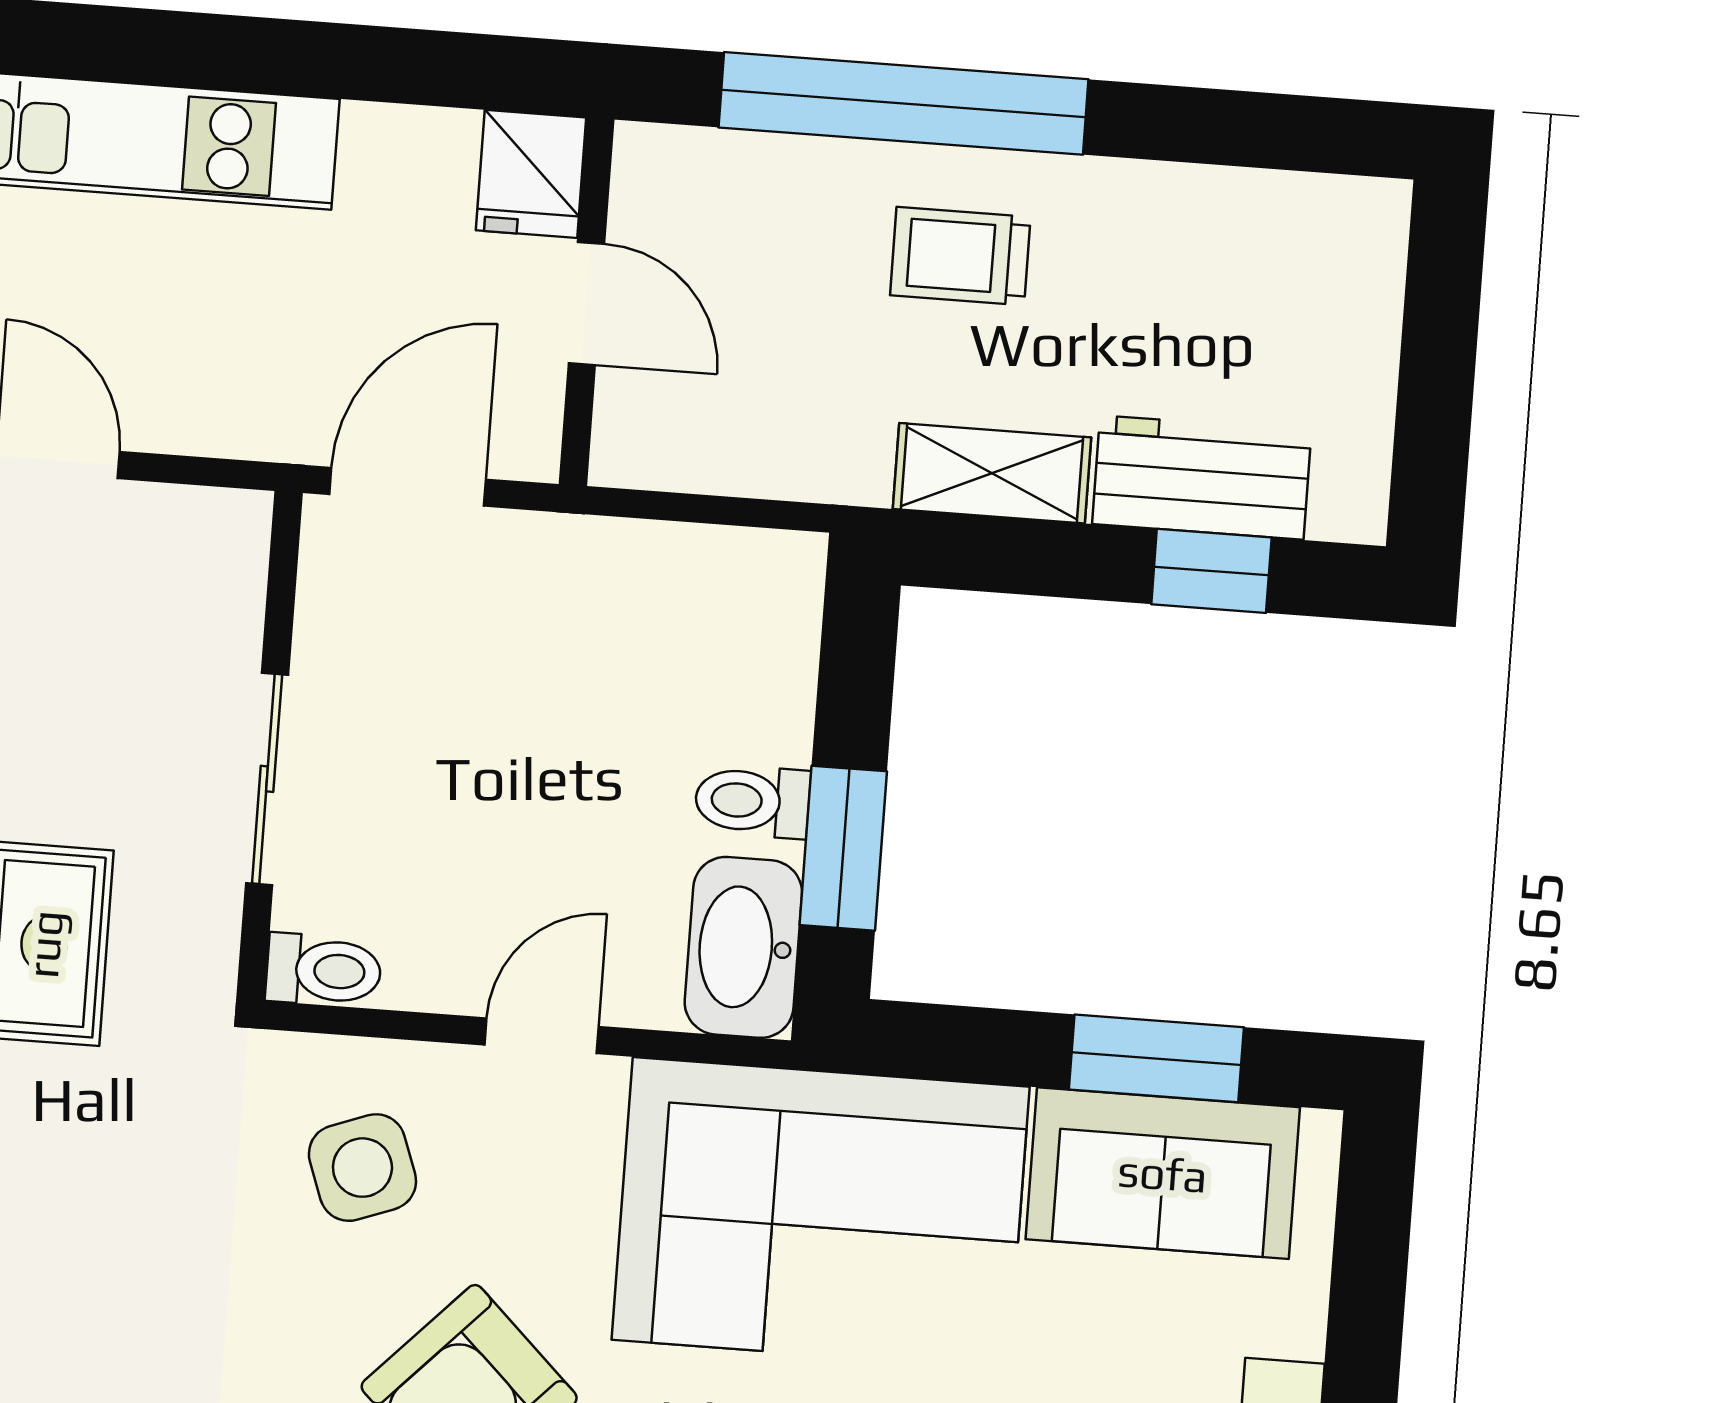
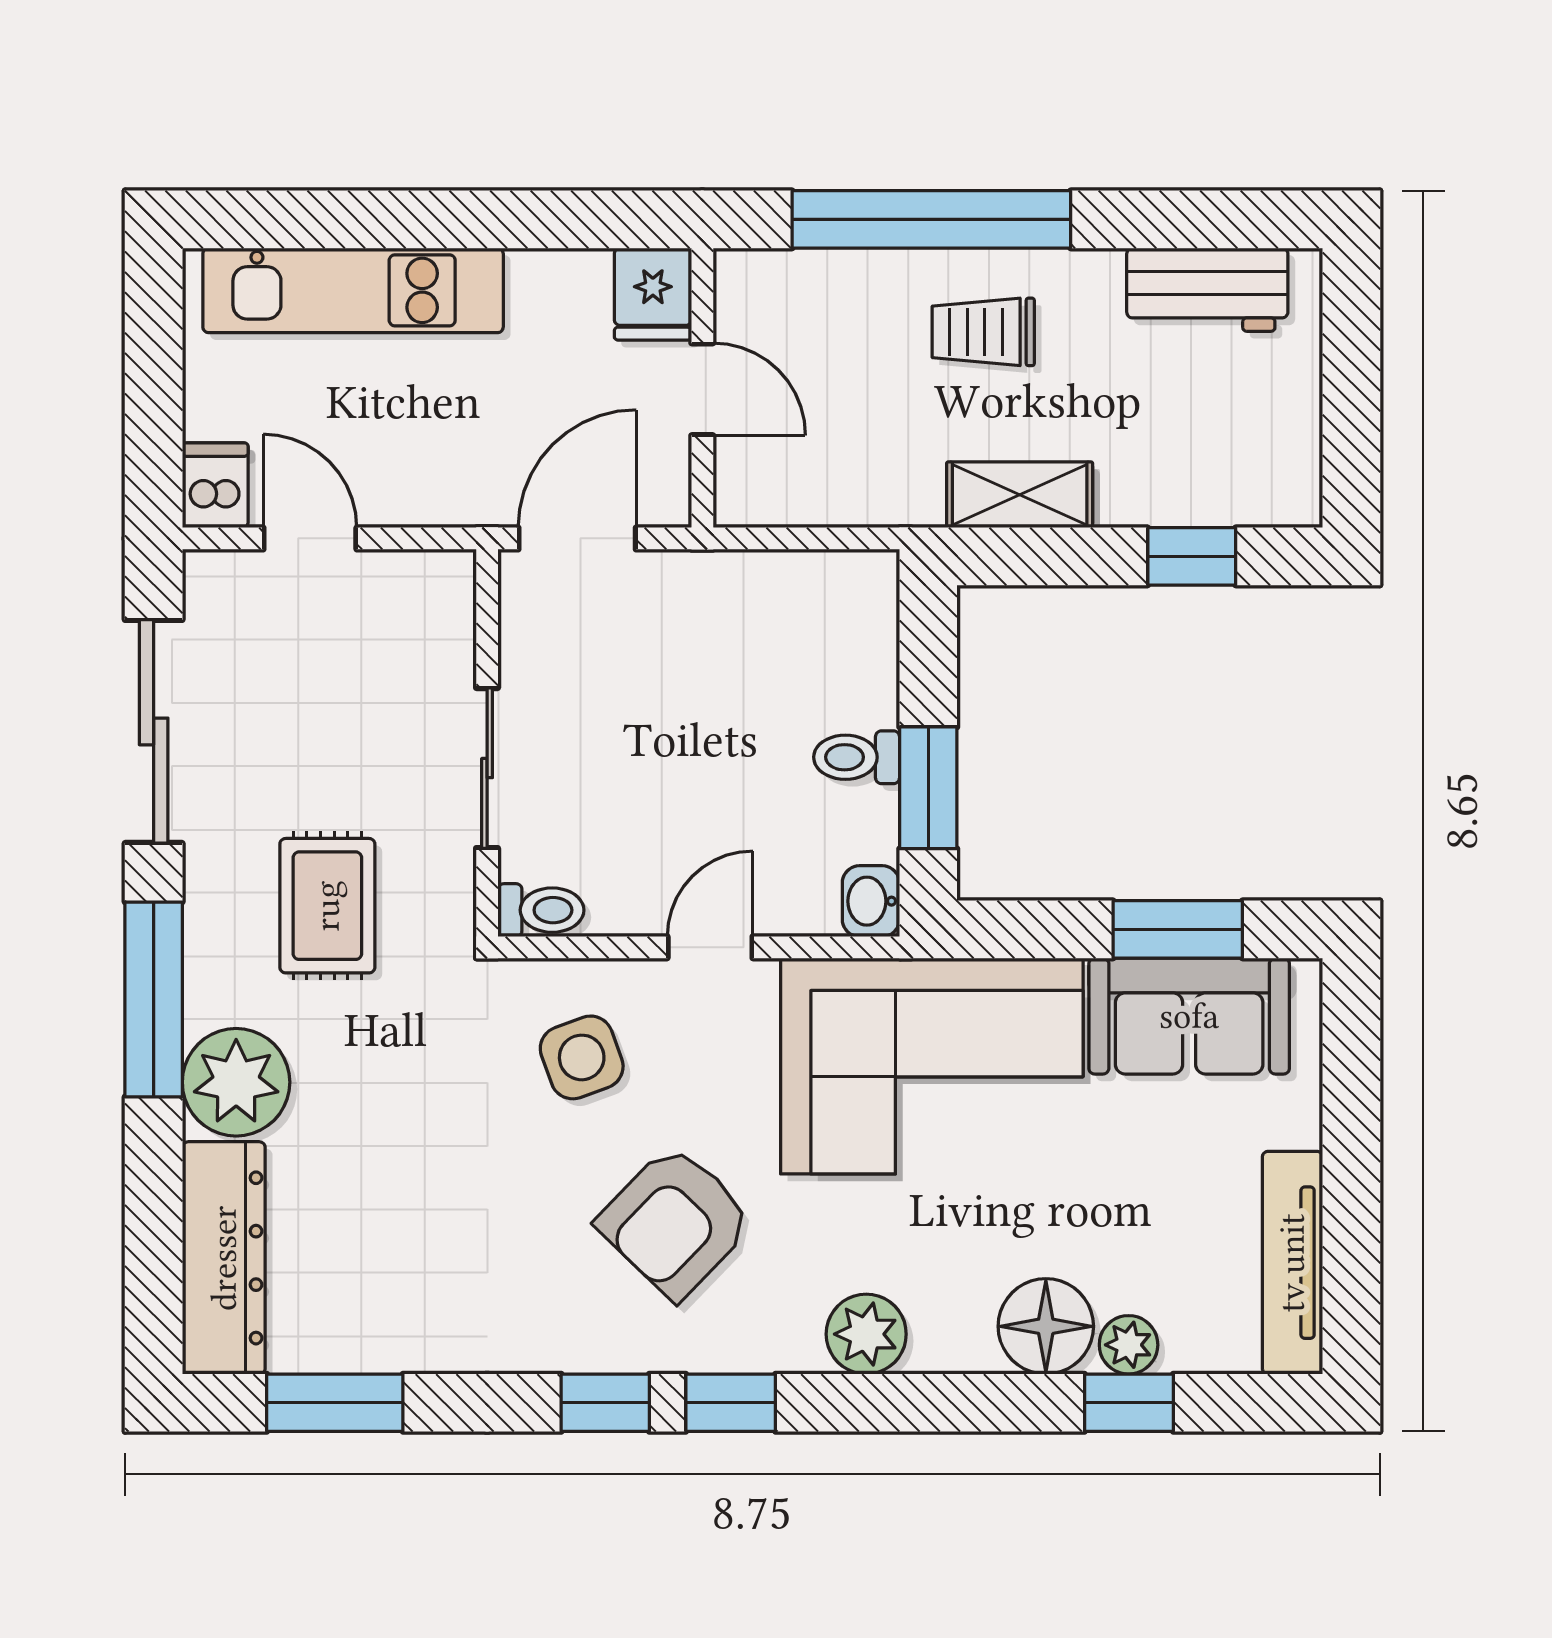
workbench: (1202, 477) -> (1207, 290), moved, turned 180
washbasin: (743, 947) -> (871, 901), width x0.52, depth x0.69

